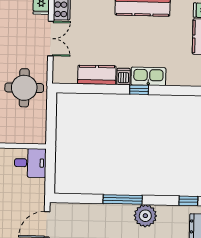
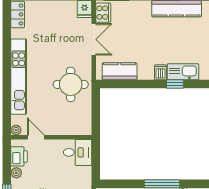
kitchen counter: (97, 75) -> (120, 71), moved

